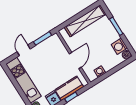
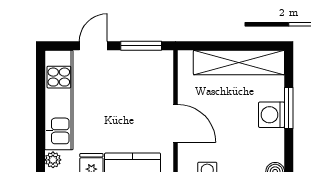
washing machine: (119, 46) -> (272, 115), moved
door: (75, 60) -> (175, 123), hinge flipped

